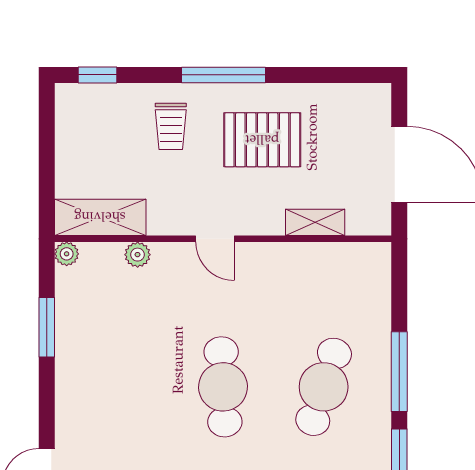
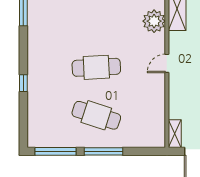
shelving: (315, 222) -> (175, 134), moved
plant: (138, 255) -> (154, 21), width x1.87, depth x1.87

